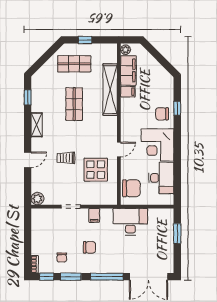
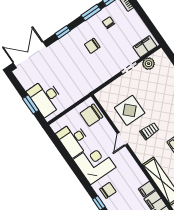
trolley: (66, 158) -> (150, 131), moved
plant: (37, 199) -> (149, 64), moved
filing cabinet: (94, 215) -> (145, 47), moved, width x2.00
desk: (130, 222) -> (46, 98), moved, turned 90
window: (107, 277) -> (63, 32), width x0.46

